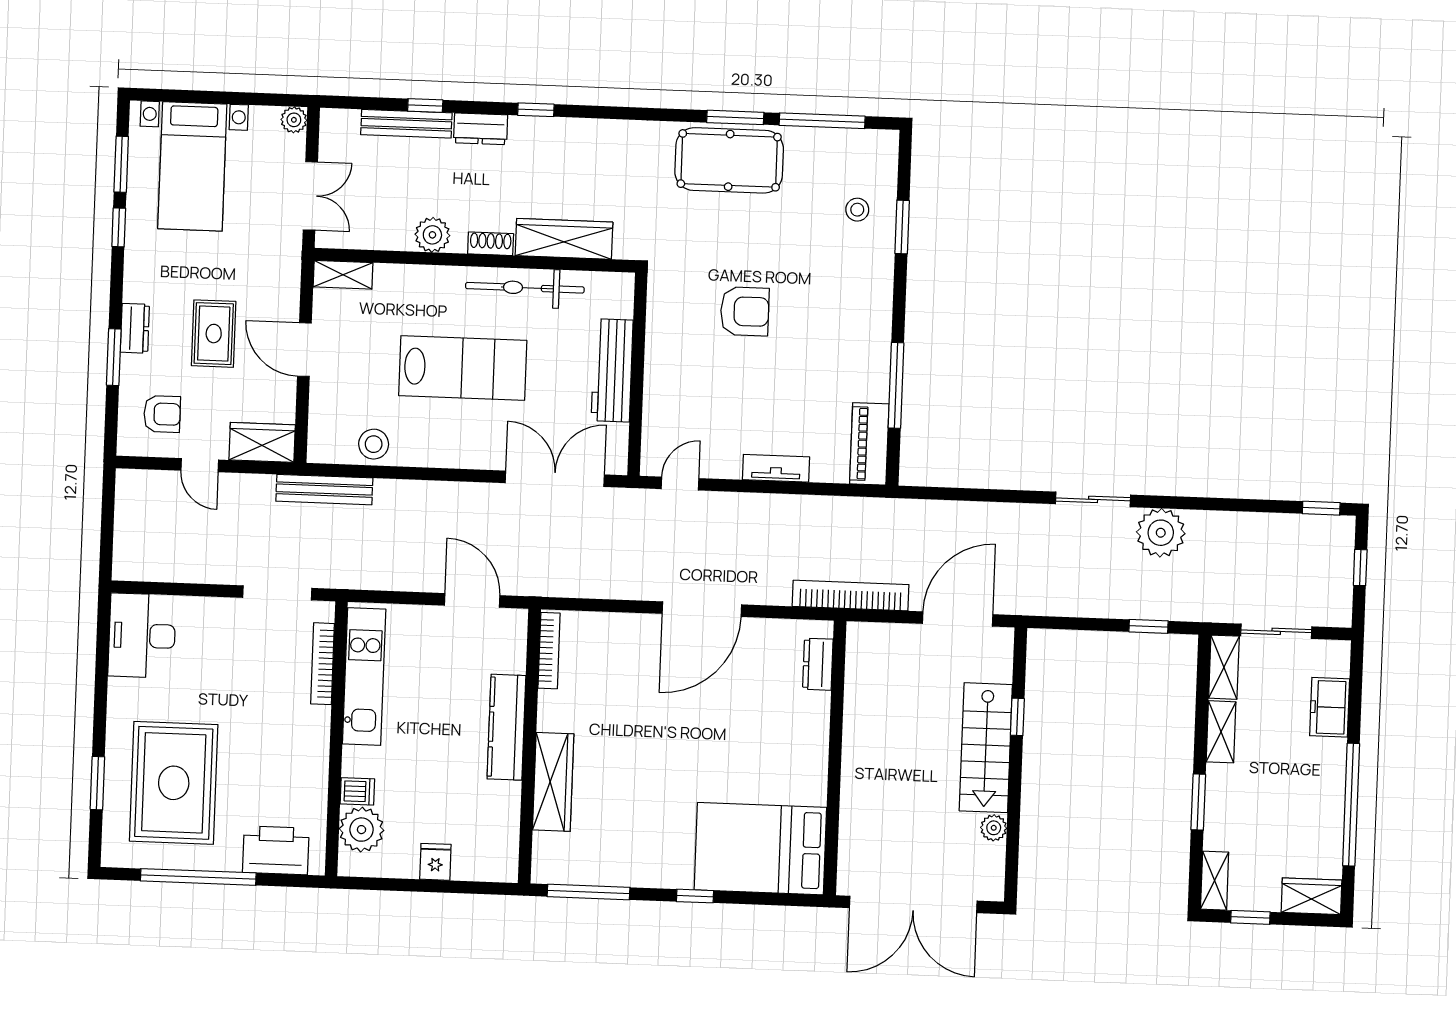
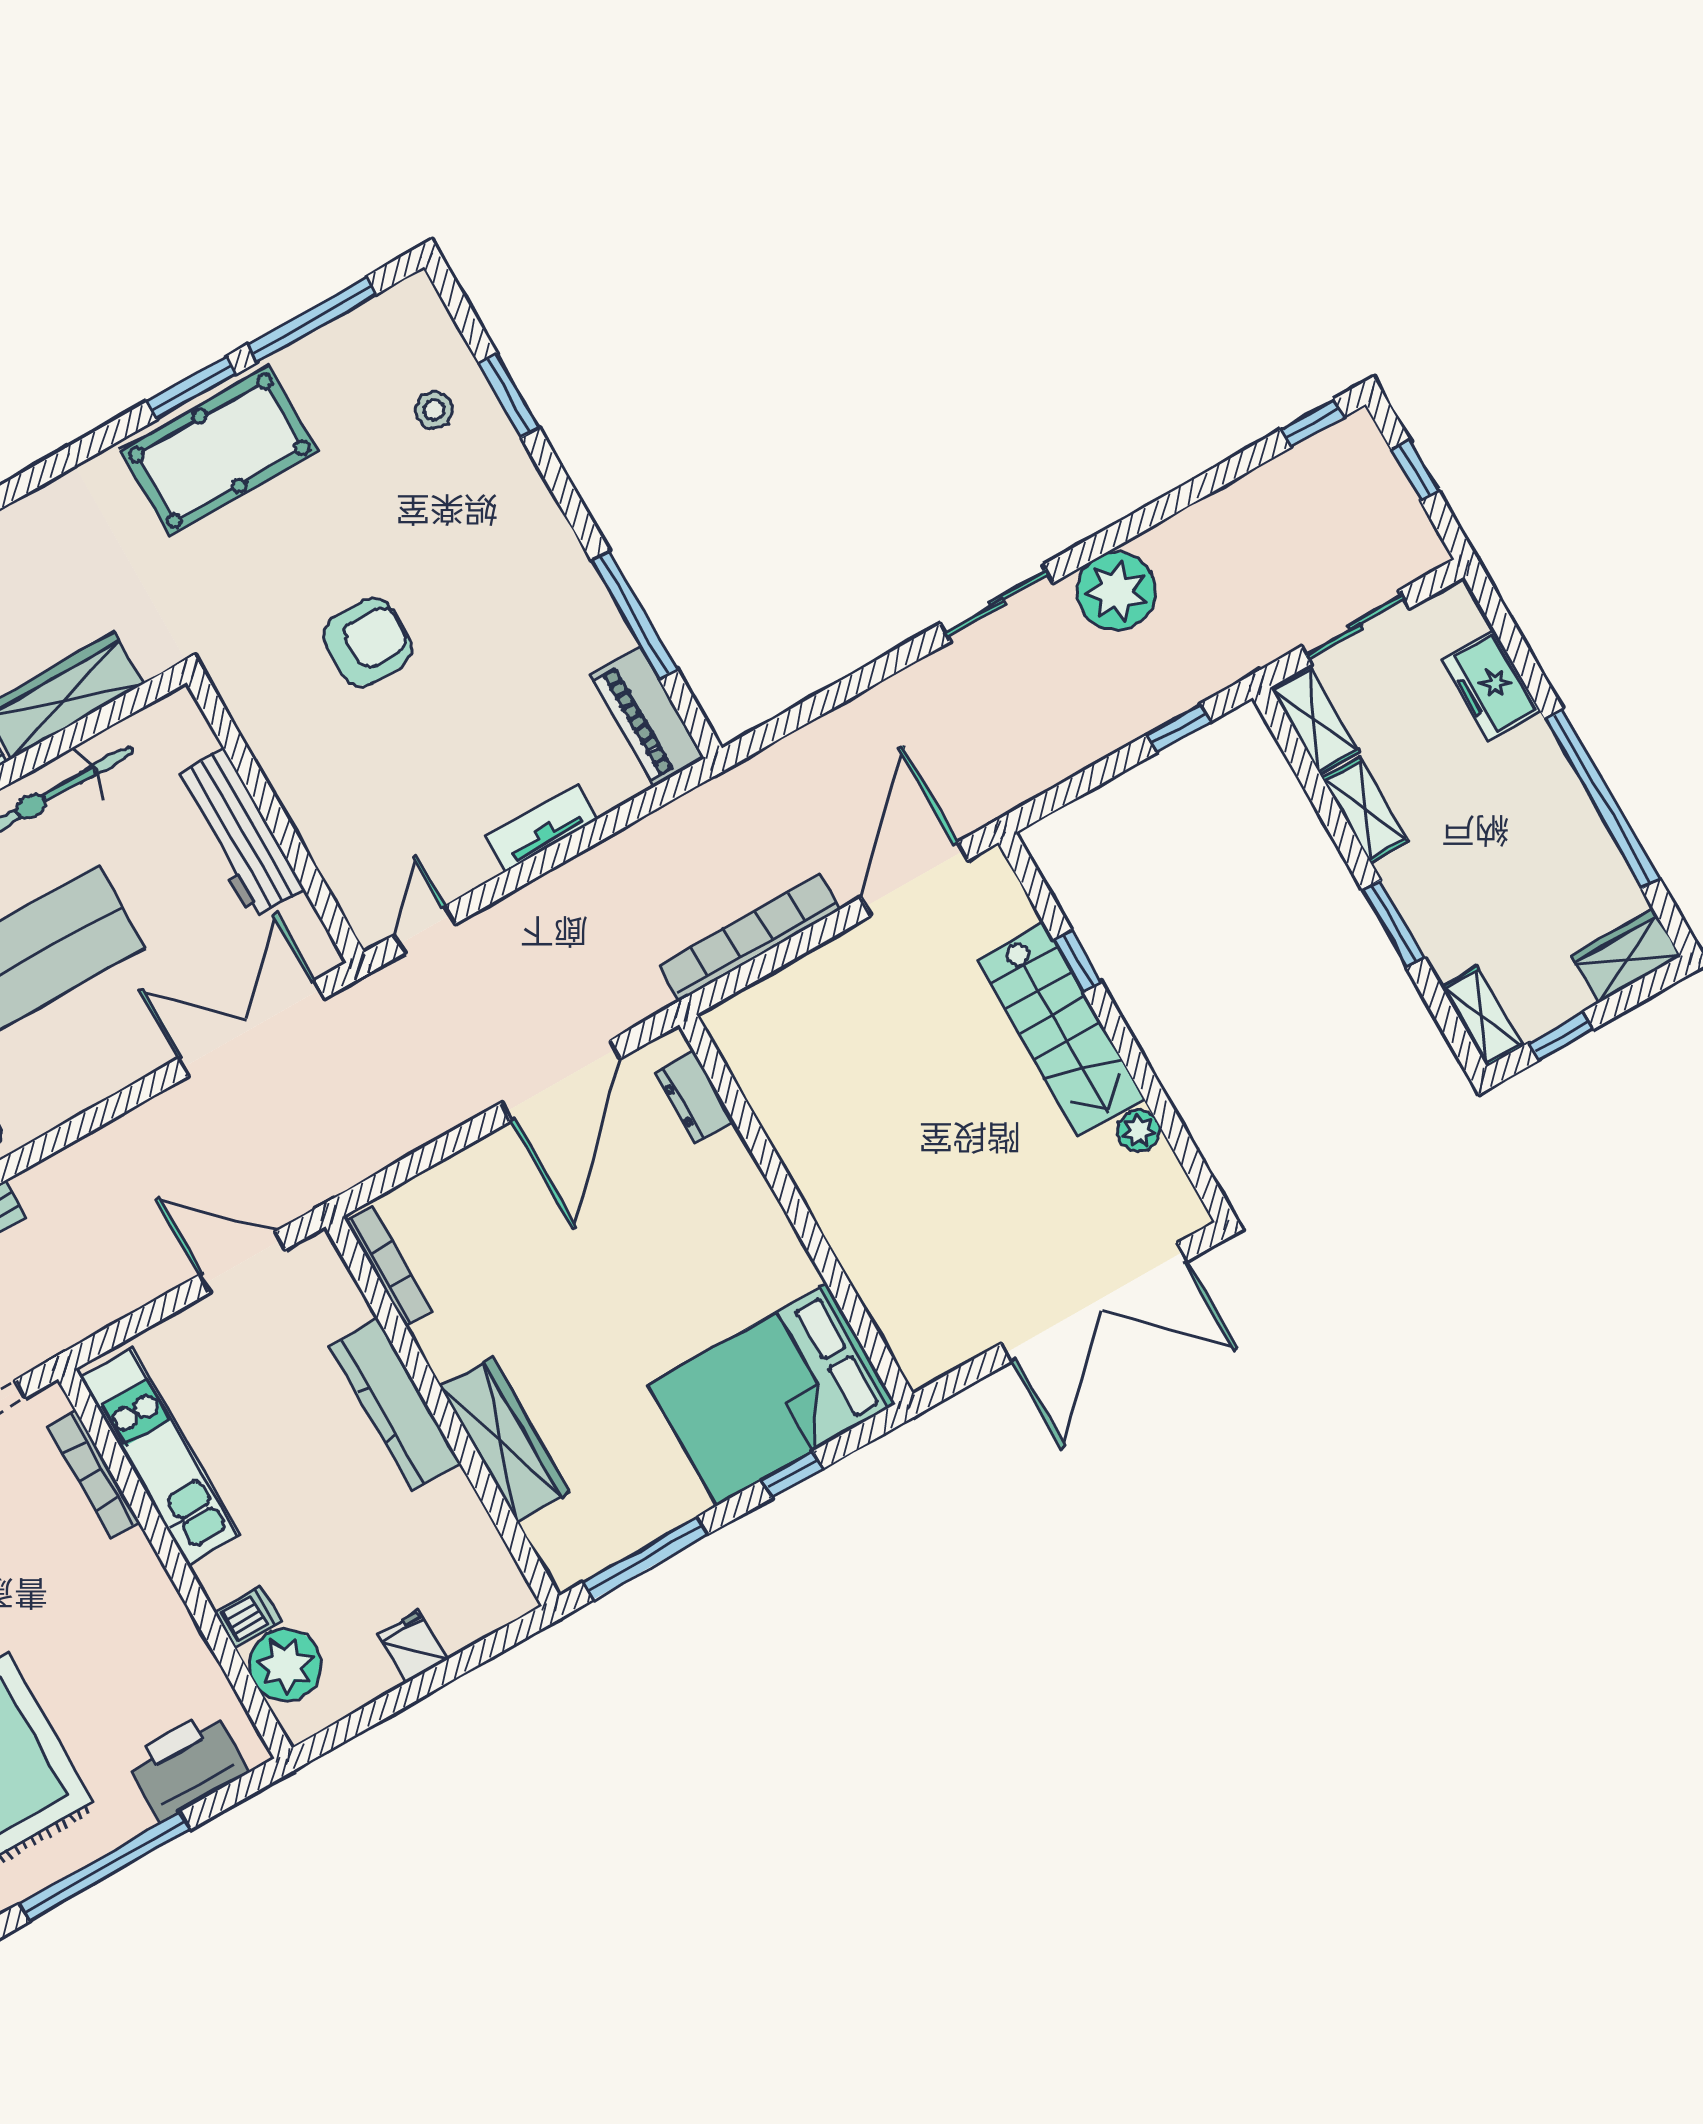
dresser: (818, 664) -> (694, 1097), moved
wall: (835, 758) -> (796, 1209), moved
bed: (760, 849) -> (772, 1395), moved

